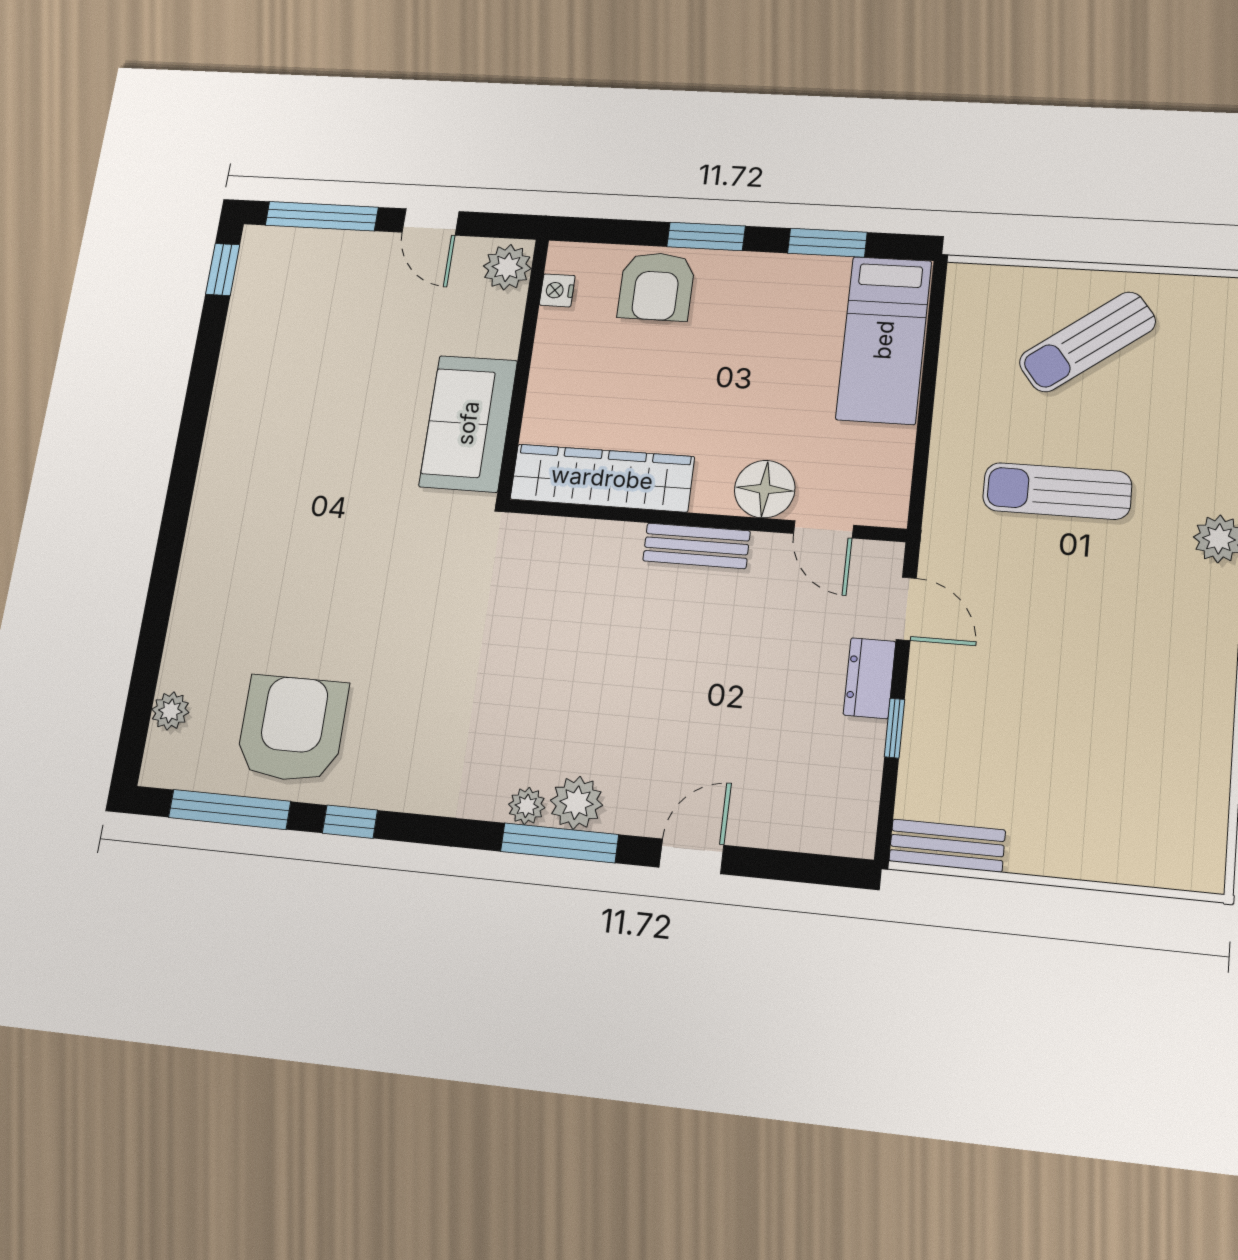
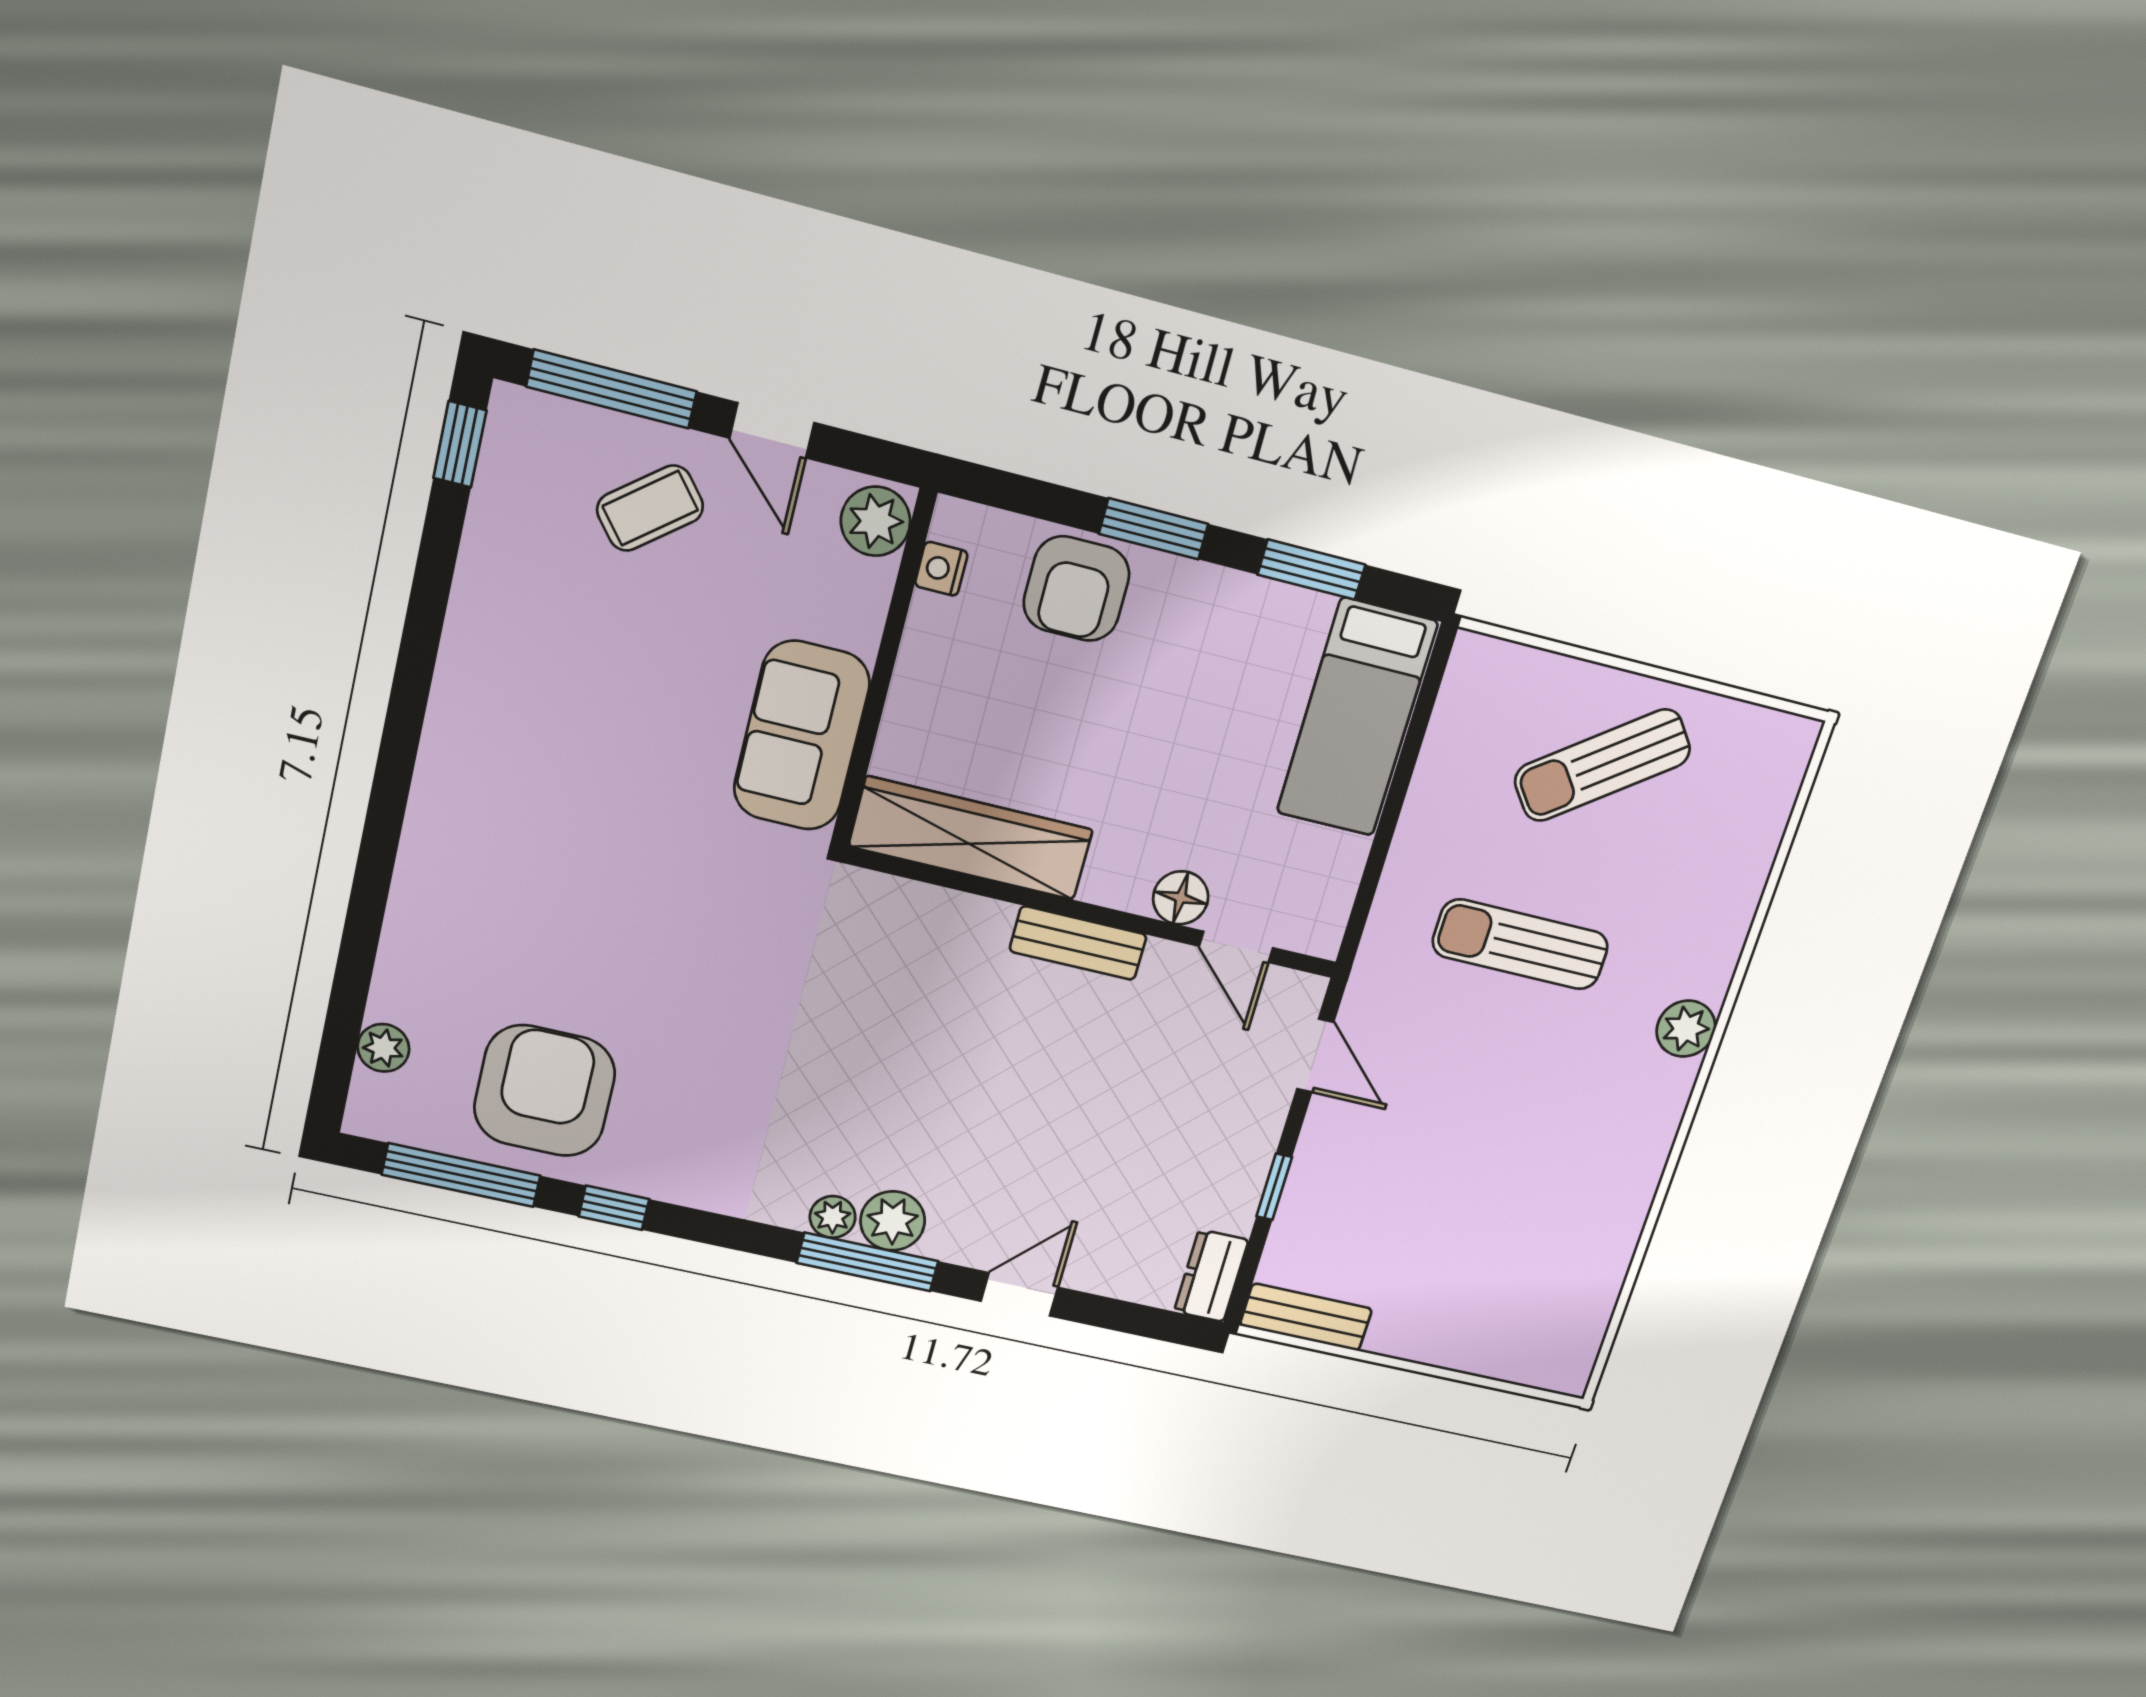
coffee table: (351, 287) -> (650, 508), added
floor lamp: (765, 489) -> (1181, 898), width x0.73, depth x0.73
dresser: (869, 678) -> (1211, 1276), moved

